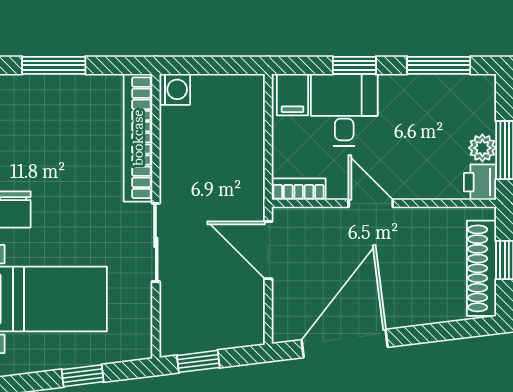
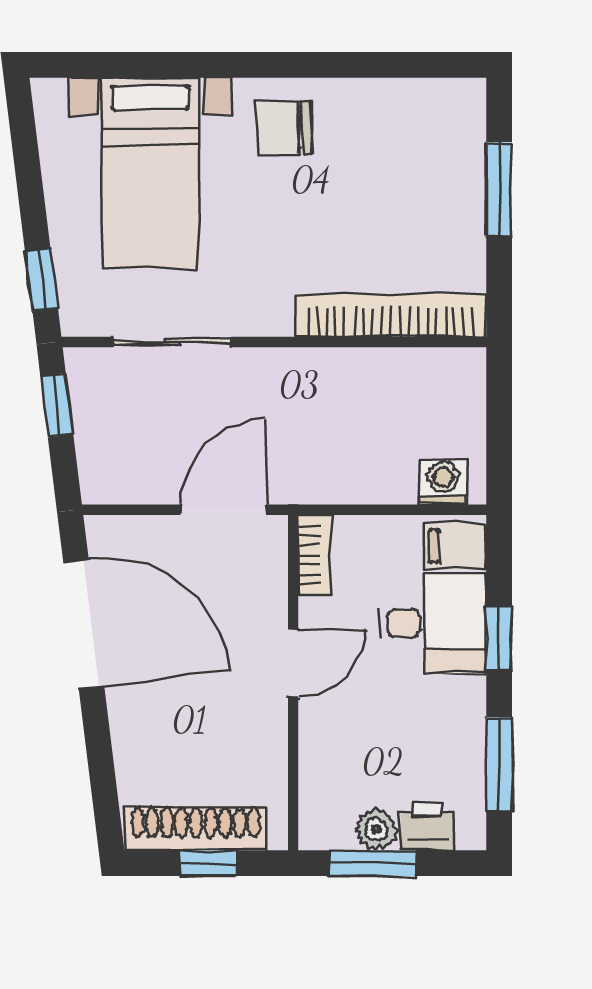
washing machine: (175, 89) -> (443, 482), moved, turned 180
printer: (480, 182) -> (427, 826), moved
sliding door: (156, 242) -> (173, 342), moved
window: (83, 376) -> (41, 280), moved

